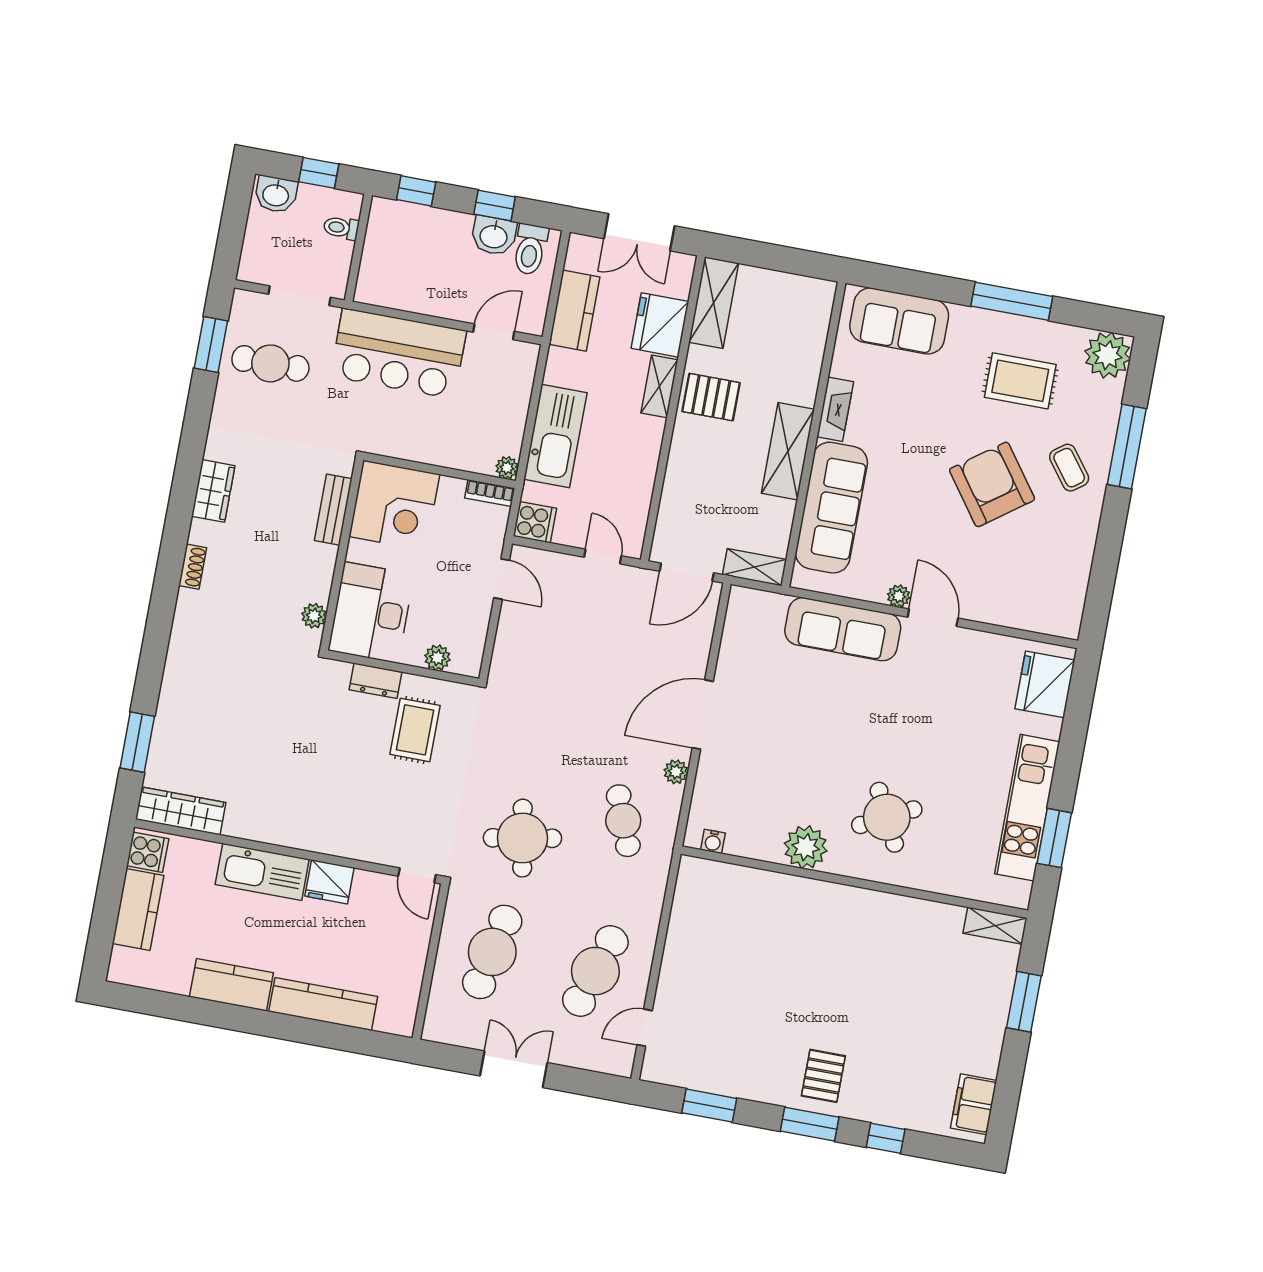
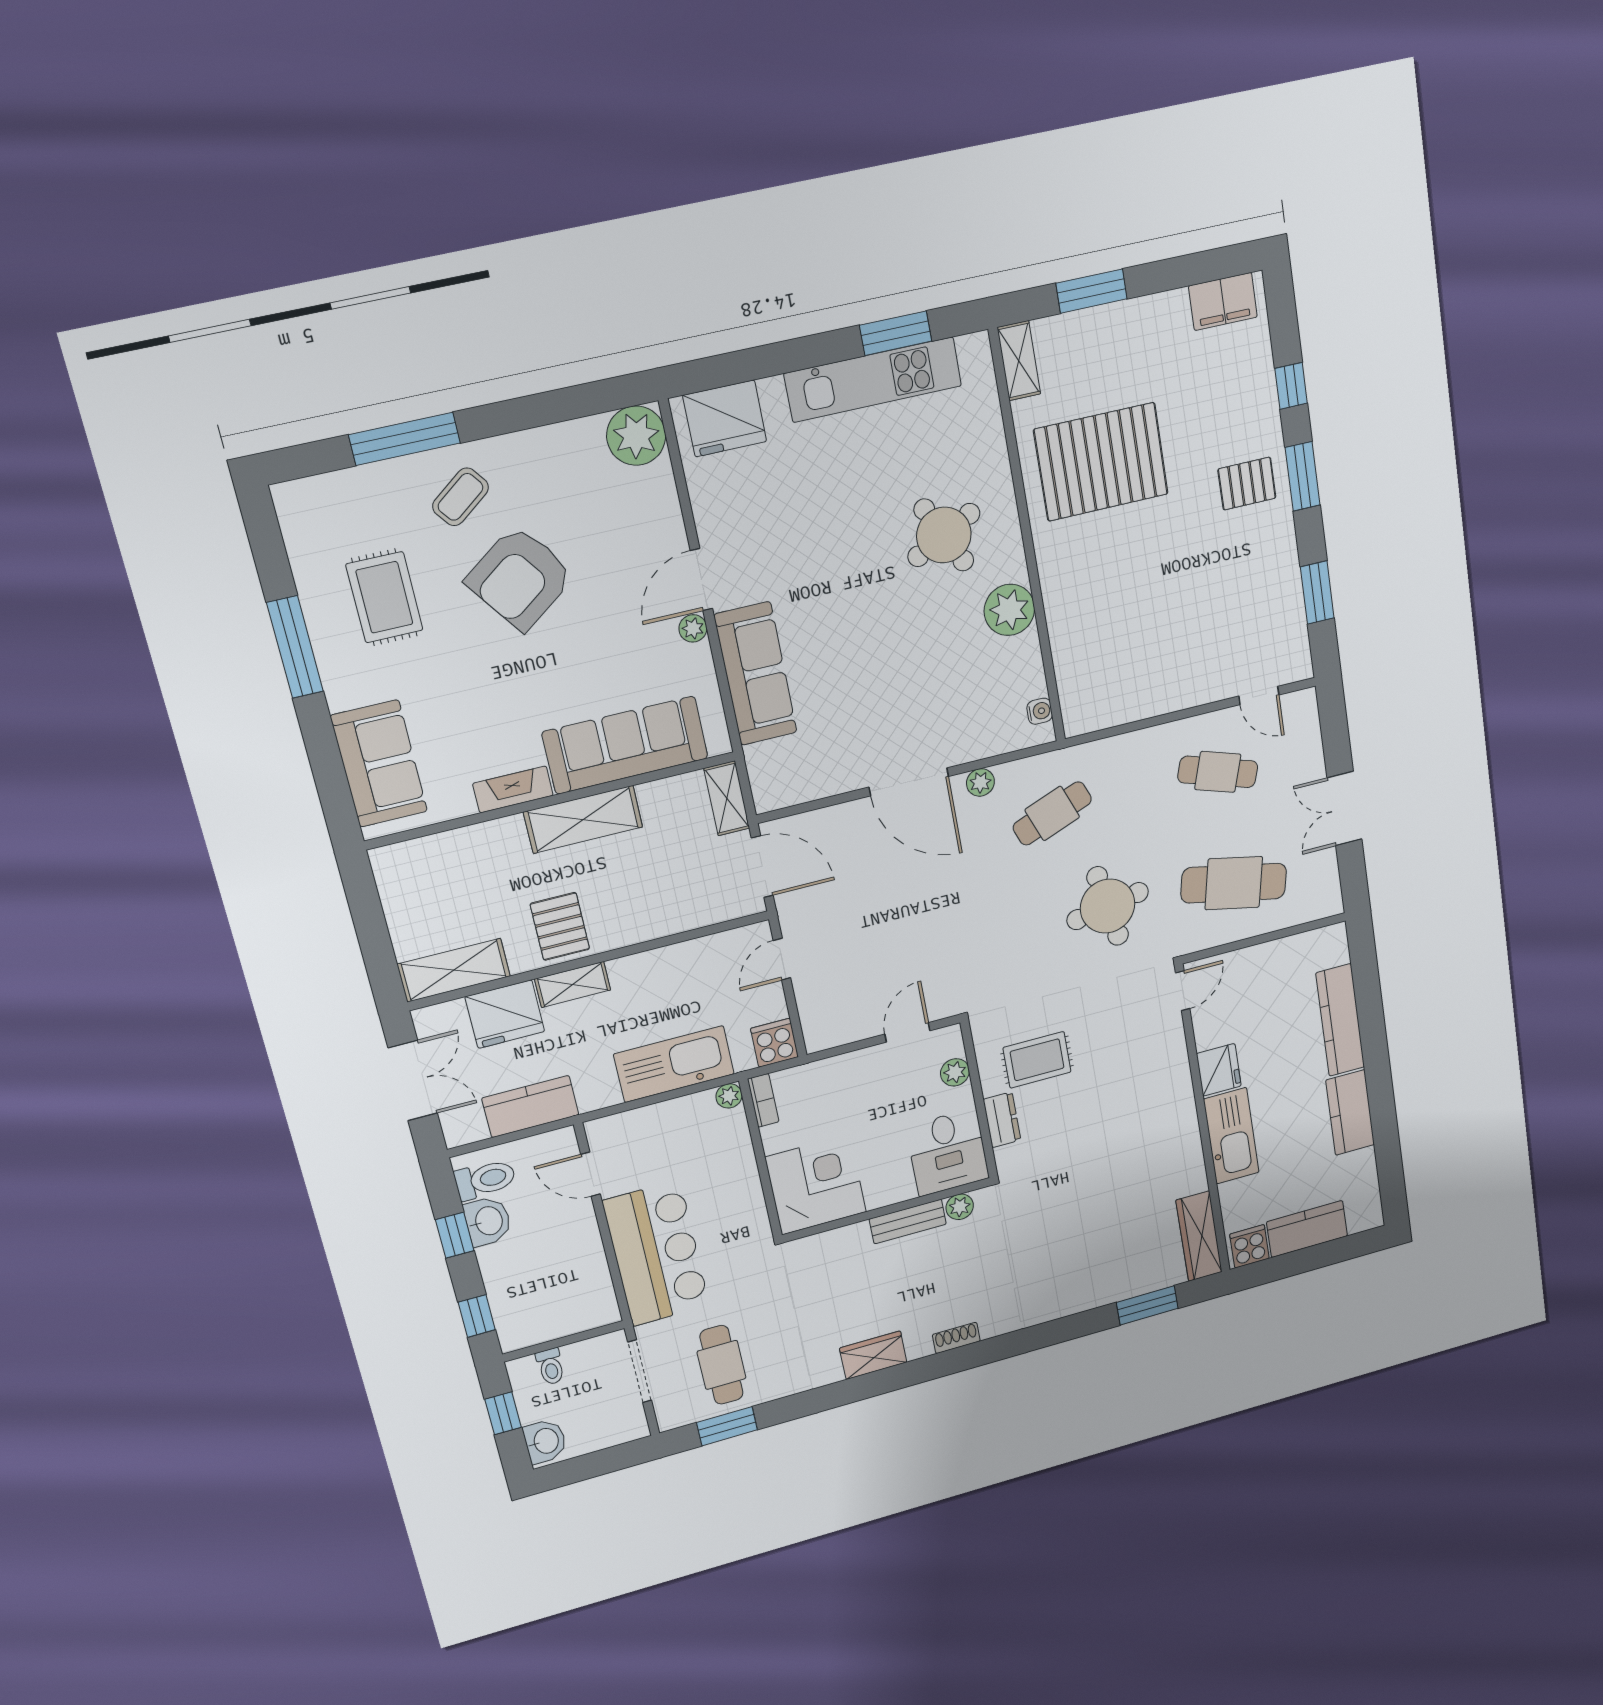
plant: (1108, 355) -> (636, 436), moved
bench: (333, 510) -> (908, 1222), moved
door: (502, 579) -> (907, 1032), moved
desk: (371, 612) -> (948, 1152), width x0.73
pallet: (891, 963) -> (1101, 462), added
cafe table: (595, 971) -> (1218, 772), width x0.73, depth x0.74

